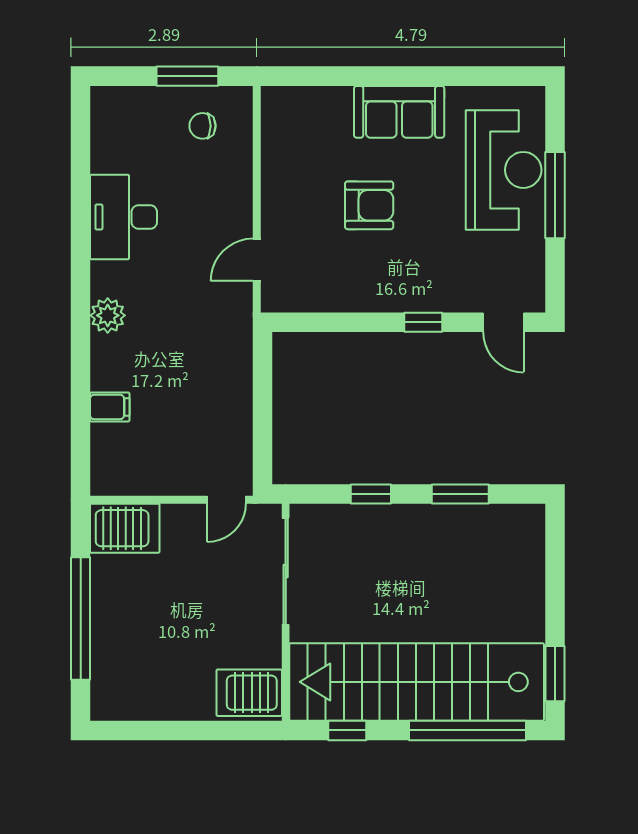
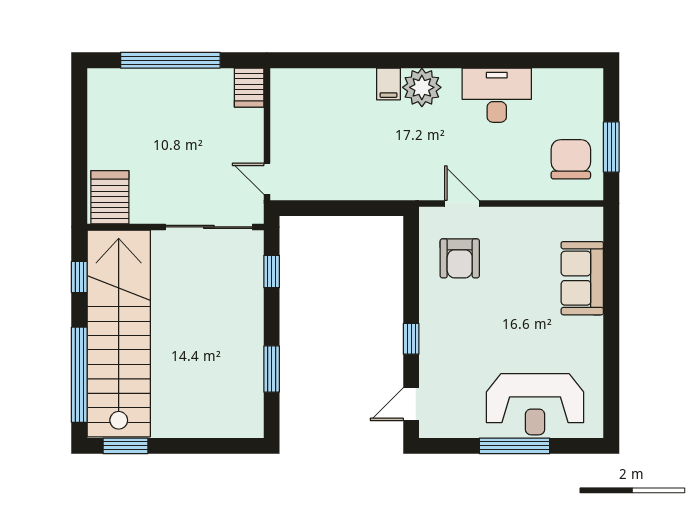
sofa: (399, 112) -> (582, 278), moved
chair: (202, 126) -> (571, 159), width x1.87, depth x1.87
armchair: (369, 205) -> (460, 258), moved
plant: (108, 315) -> (422, 87), width x1.36, depth x1.36
filing cabinet: (110, 407) -> (388, 84), moved
window: (371, 494) -> (272, 271), moved
server rack: (125, 528) -> (249, 88), width x0.73, depth x0.70

